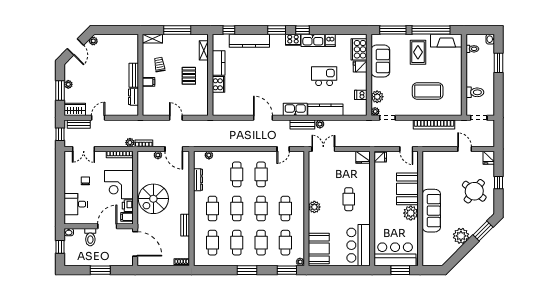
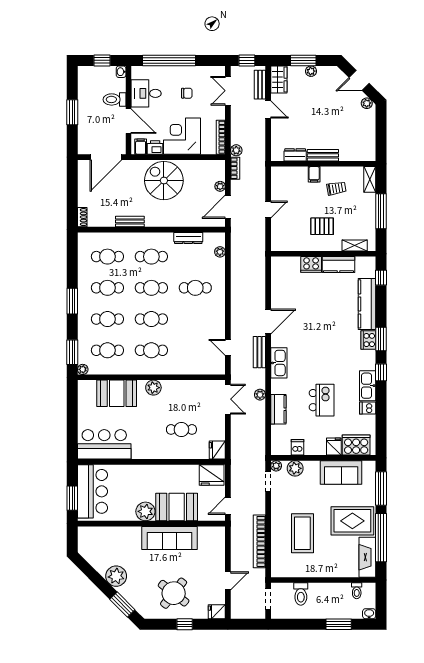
cooker: (293, 40) -> (368, 340), moved
rug: (418, 52) -> (352, 521), width x1.36, depth x1.43
kitchen counter: (325, 110) -> (278, 409), width x0.67
bench: (302, 124) -> (259, 352), moved
fridge: (380, 157) -> (212, 475), width x1.88, depth x1.34
cafe table: (261, 174) -> (195, 319), removed
window: (60, 195) -> (169, 60), added
cafe table: (349, 199) -> (181, 429), moved
desk: (76, 204) -> (146, 93), moved, turned -90
sofa: (431, 211) -> (169, 538), moved
booth: (319, 248) -> (117, 393), moved

